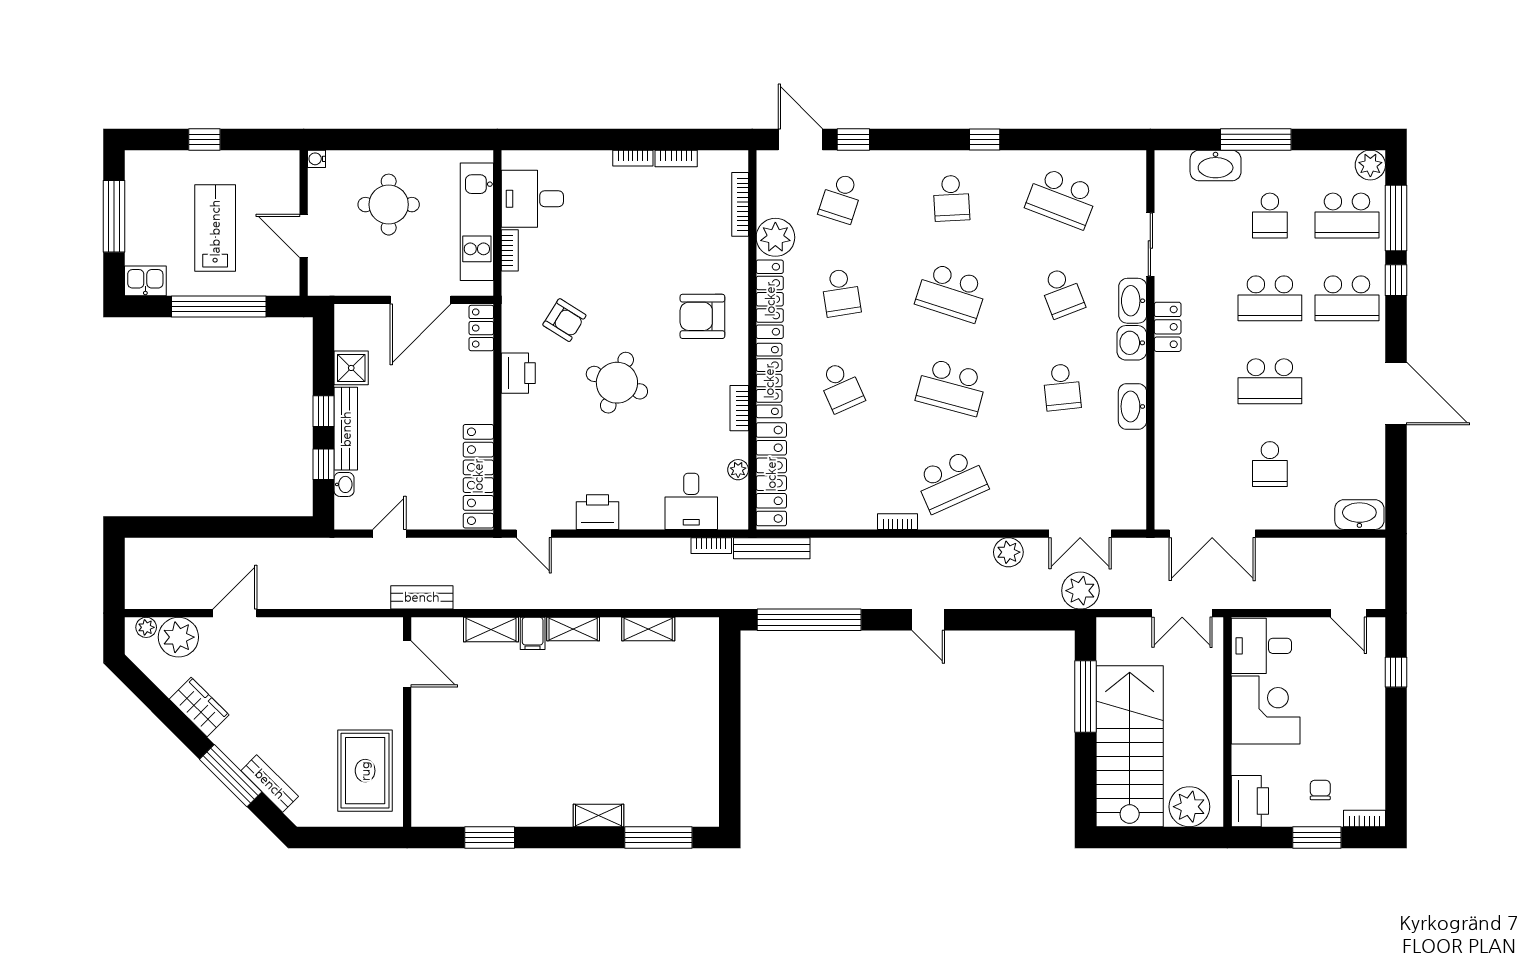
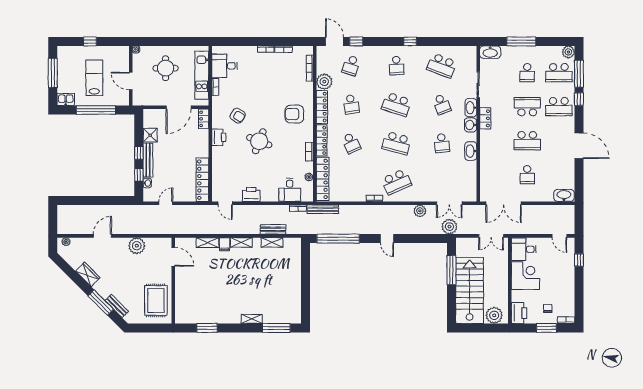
washbasin: (1216, 166) -> (490, 52), moved
school desk: (1270, 298) -> (527, 107), turned 180
bench: (422, 597) -> (273, 229), moved
plant: (178, 637) -> (137, 246), moved

